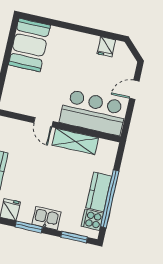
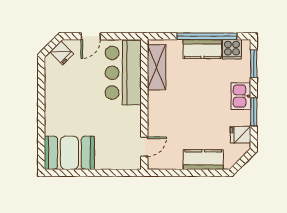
fridge: (106, 47) -> (62, 53), moved, turned 45
door: (134, 90) -> (91, 36), hinge flipped
door: (43, 122) -> (144, 147), moved
shelving: (75, 141) -> (157, 67), moved

